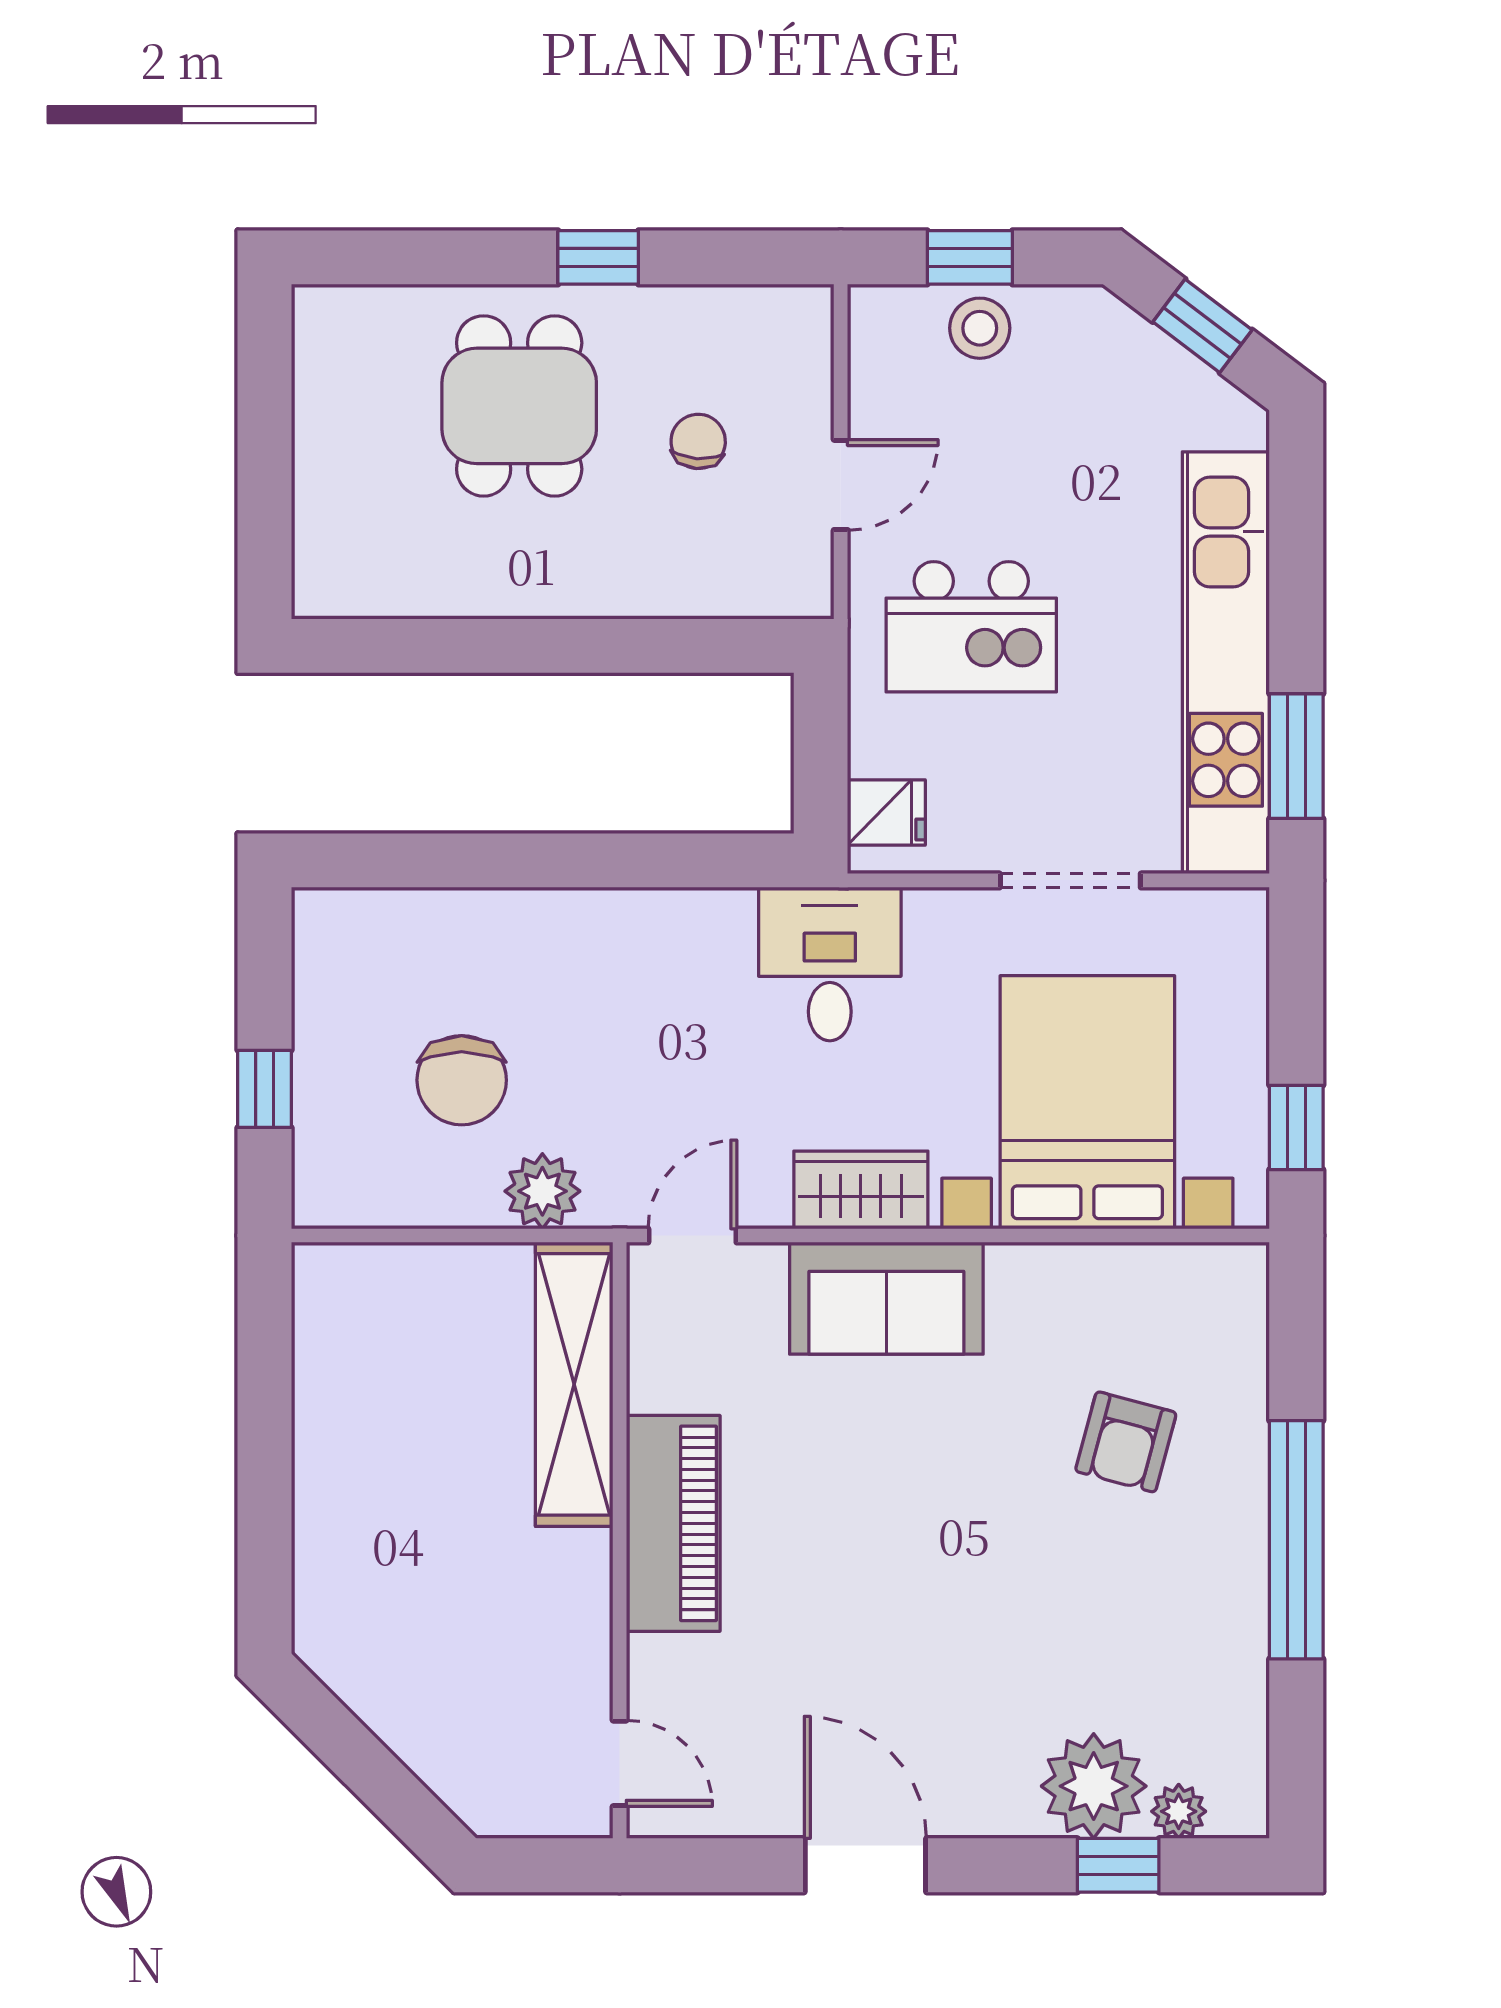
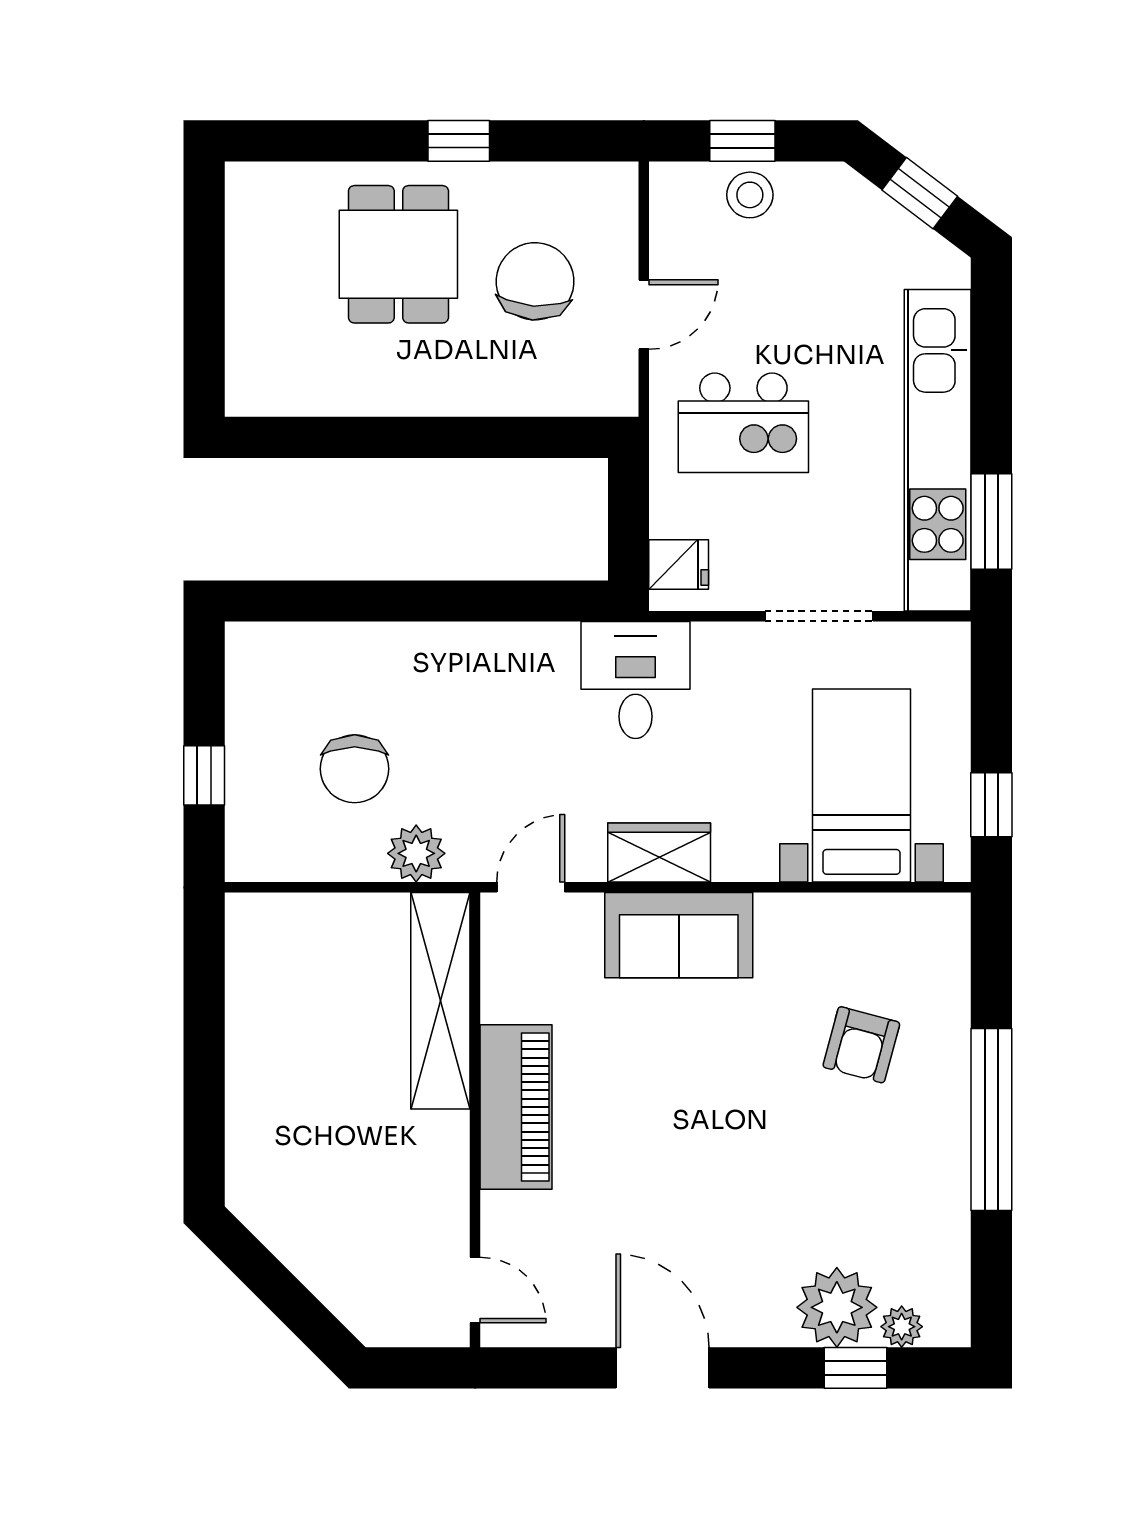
chair: (698, 441) -> (535, 281), width x1.87, depth x1.87
bed with nightstands: (1087, 1102) -> (861, 786), width x0.73

